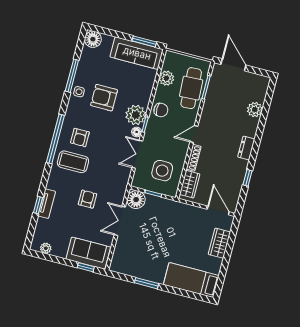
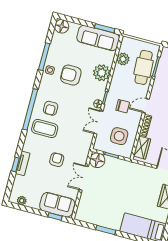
chair: (161, 110) -> (123, 106), moved
plant: (136, 115) -> (102, 73), moved

